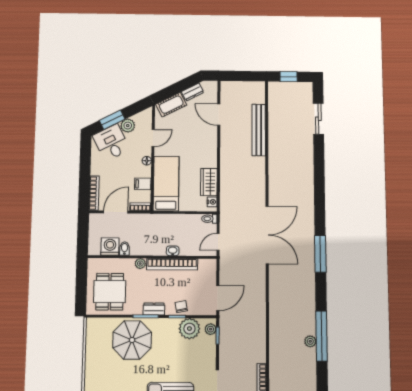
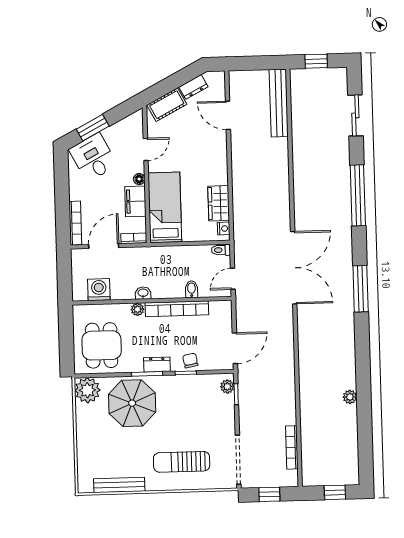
plant: (128, 126) -> (113, 134), removed
bench: (259, 130) -> (279, 103), moved
filing cabinet: (143, 184) -> (135, 201), width x2.00
bidet: (125, 249) -> (192, 289), moved
washbasin: (173, 251) -> (143, 293), moved
plant: (189, 329) -> (87, 390), moved
window: (321, 336) -> (358, 195), moved

